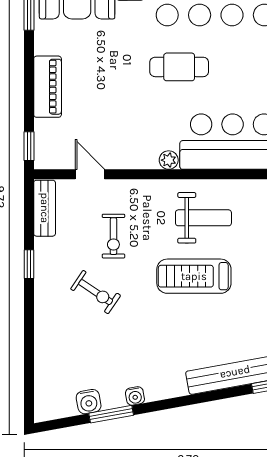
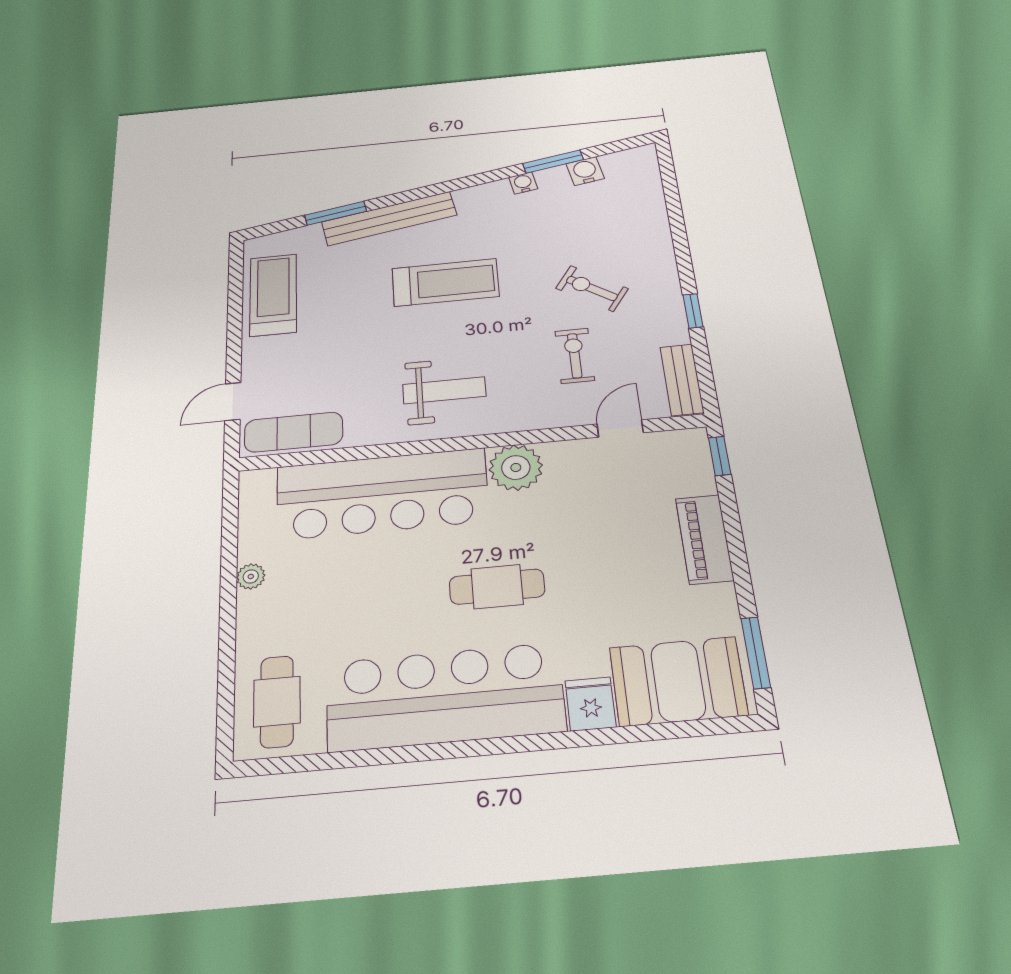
plant: (169, 160) -> (516, 467), width x1.88, depth x1.88
door: (90, 174) -> (620, 428), swing flipped
weight bench: (203, 218) -> (444, 390), turned 180
treadmill: (194, 276) -> (445, 282), moved

